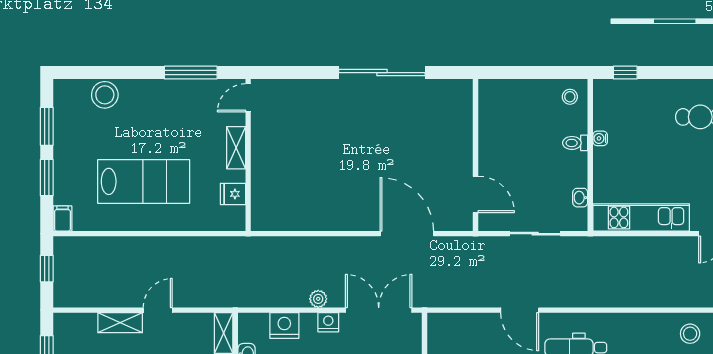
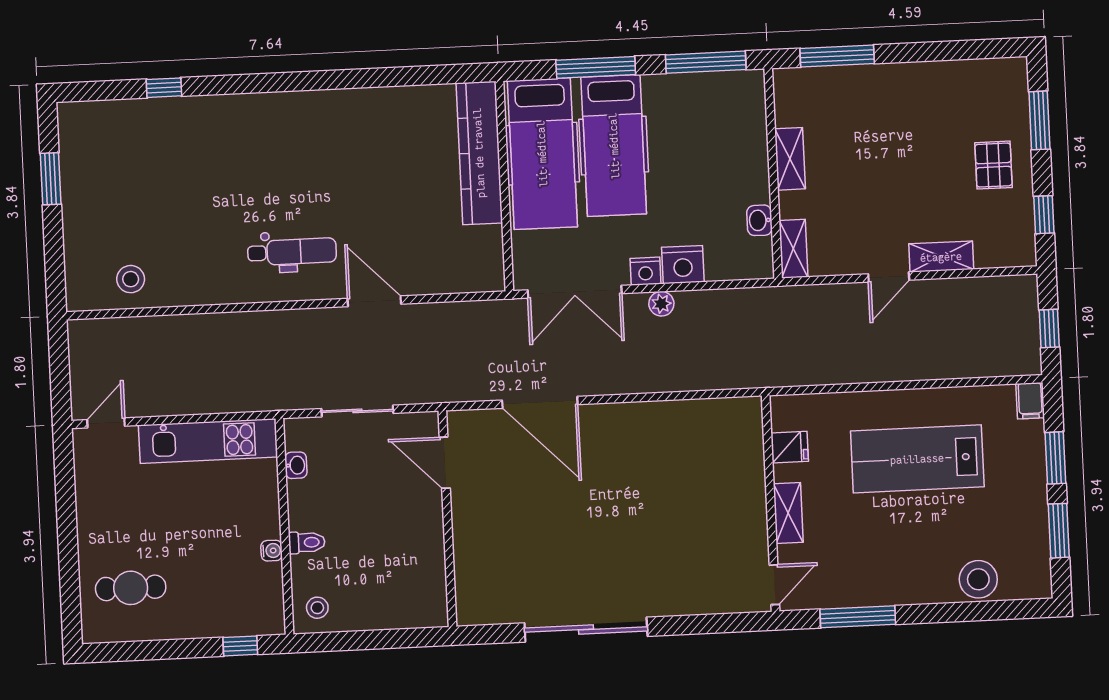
nightstand: (284, 326) -> (683, 265), moved

